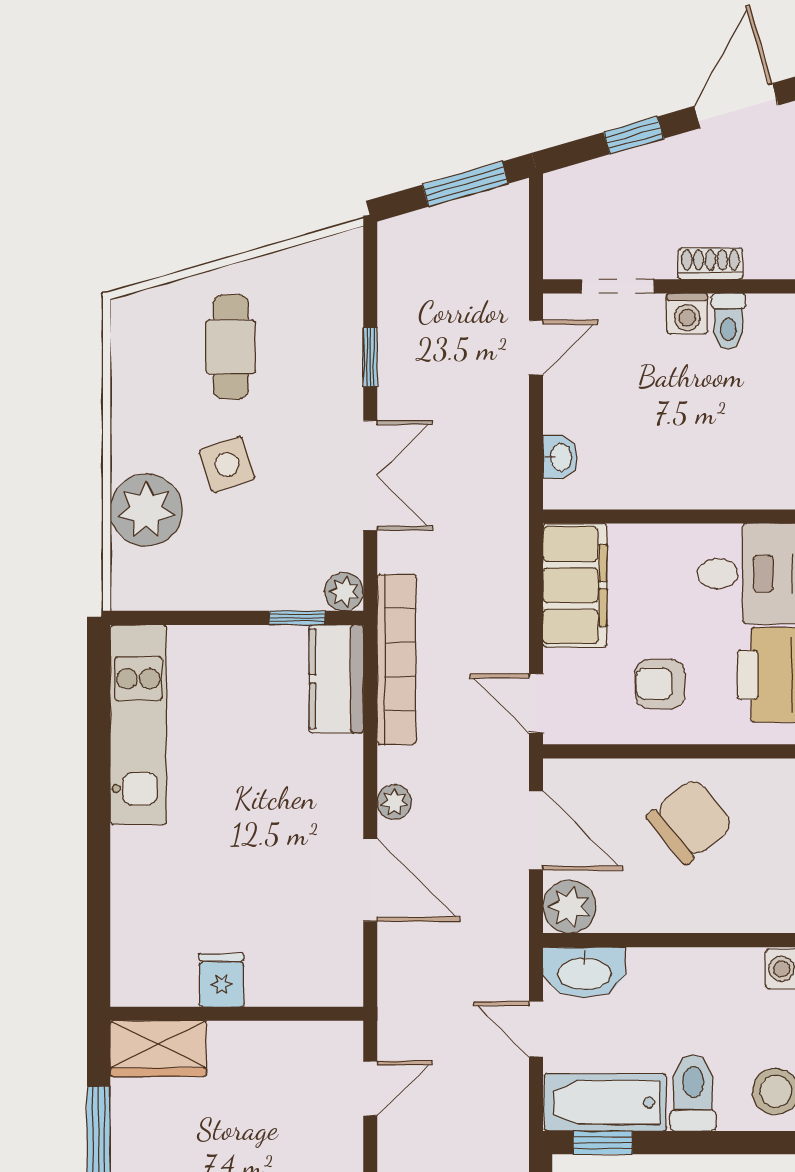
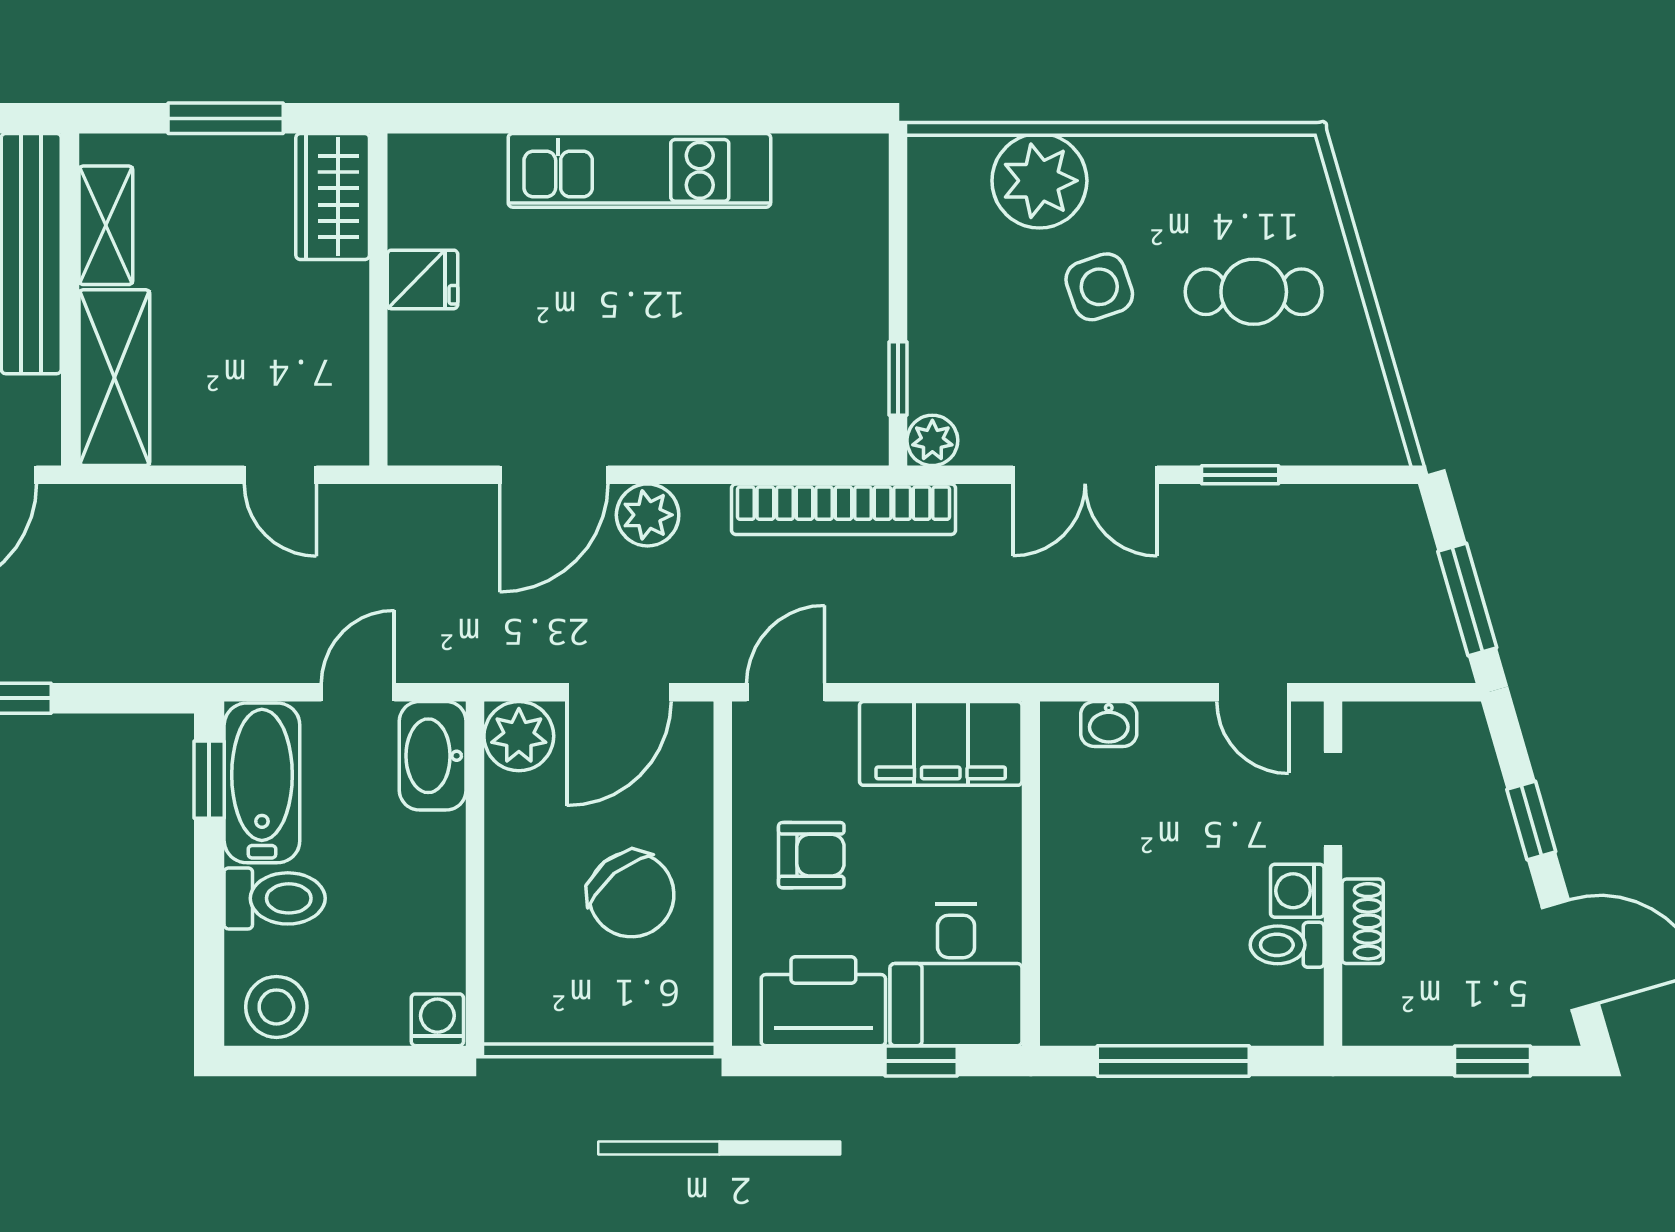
kitchen counter: (336, 679) -> (818, 430), removed
armchair: (660, 684) -> (811, 855), turned 90
kitchen unit: (138, 725) -> (639, 170), moved
plant: (394, 802) -> (648, 515), width x1.38, depth x1.38

